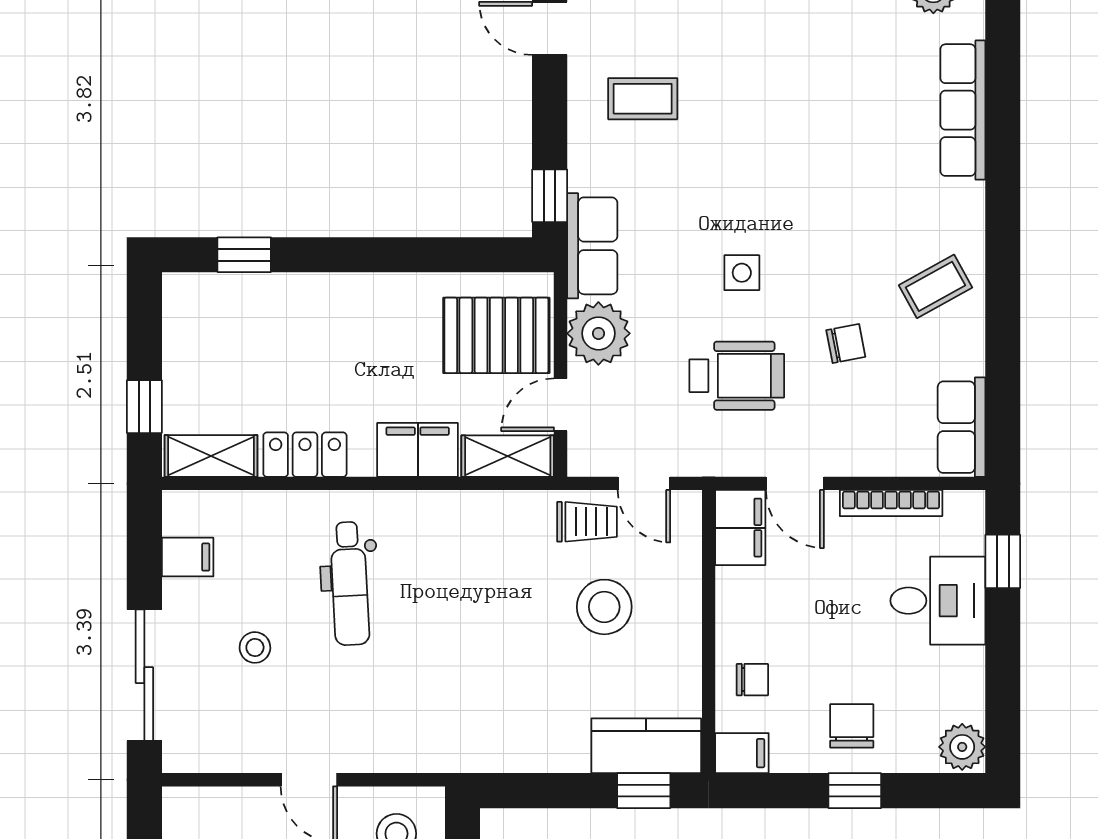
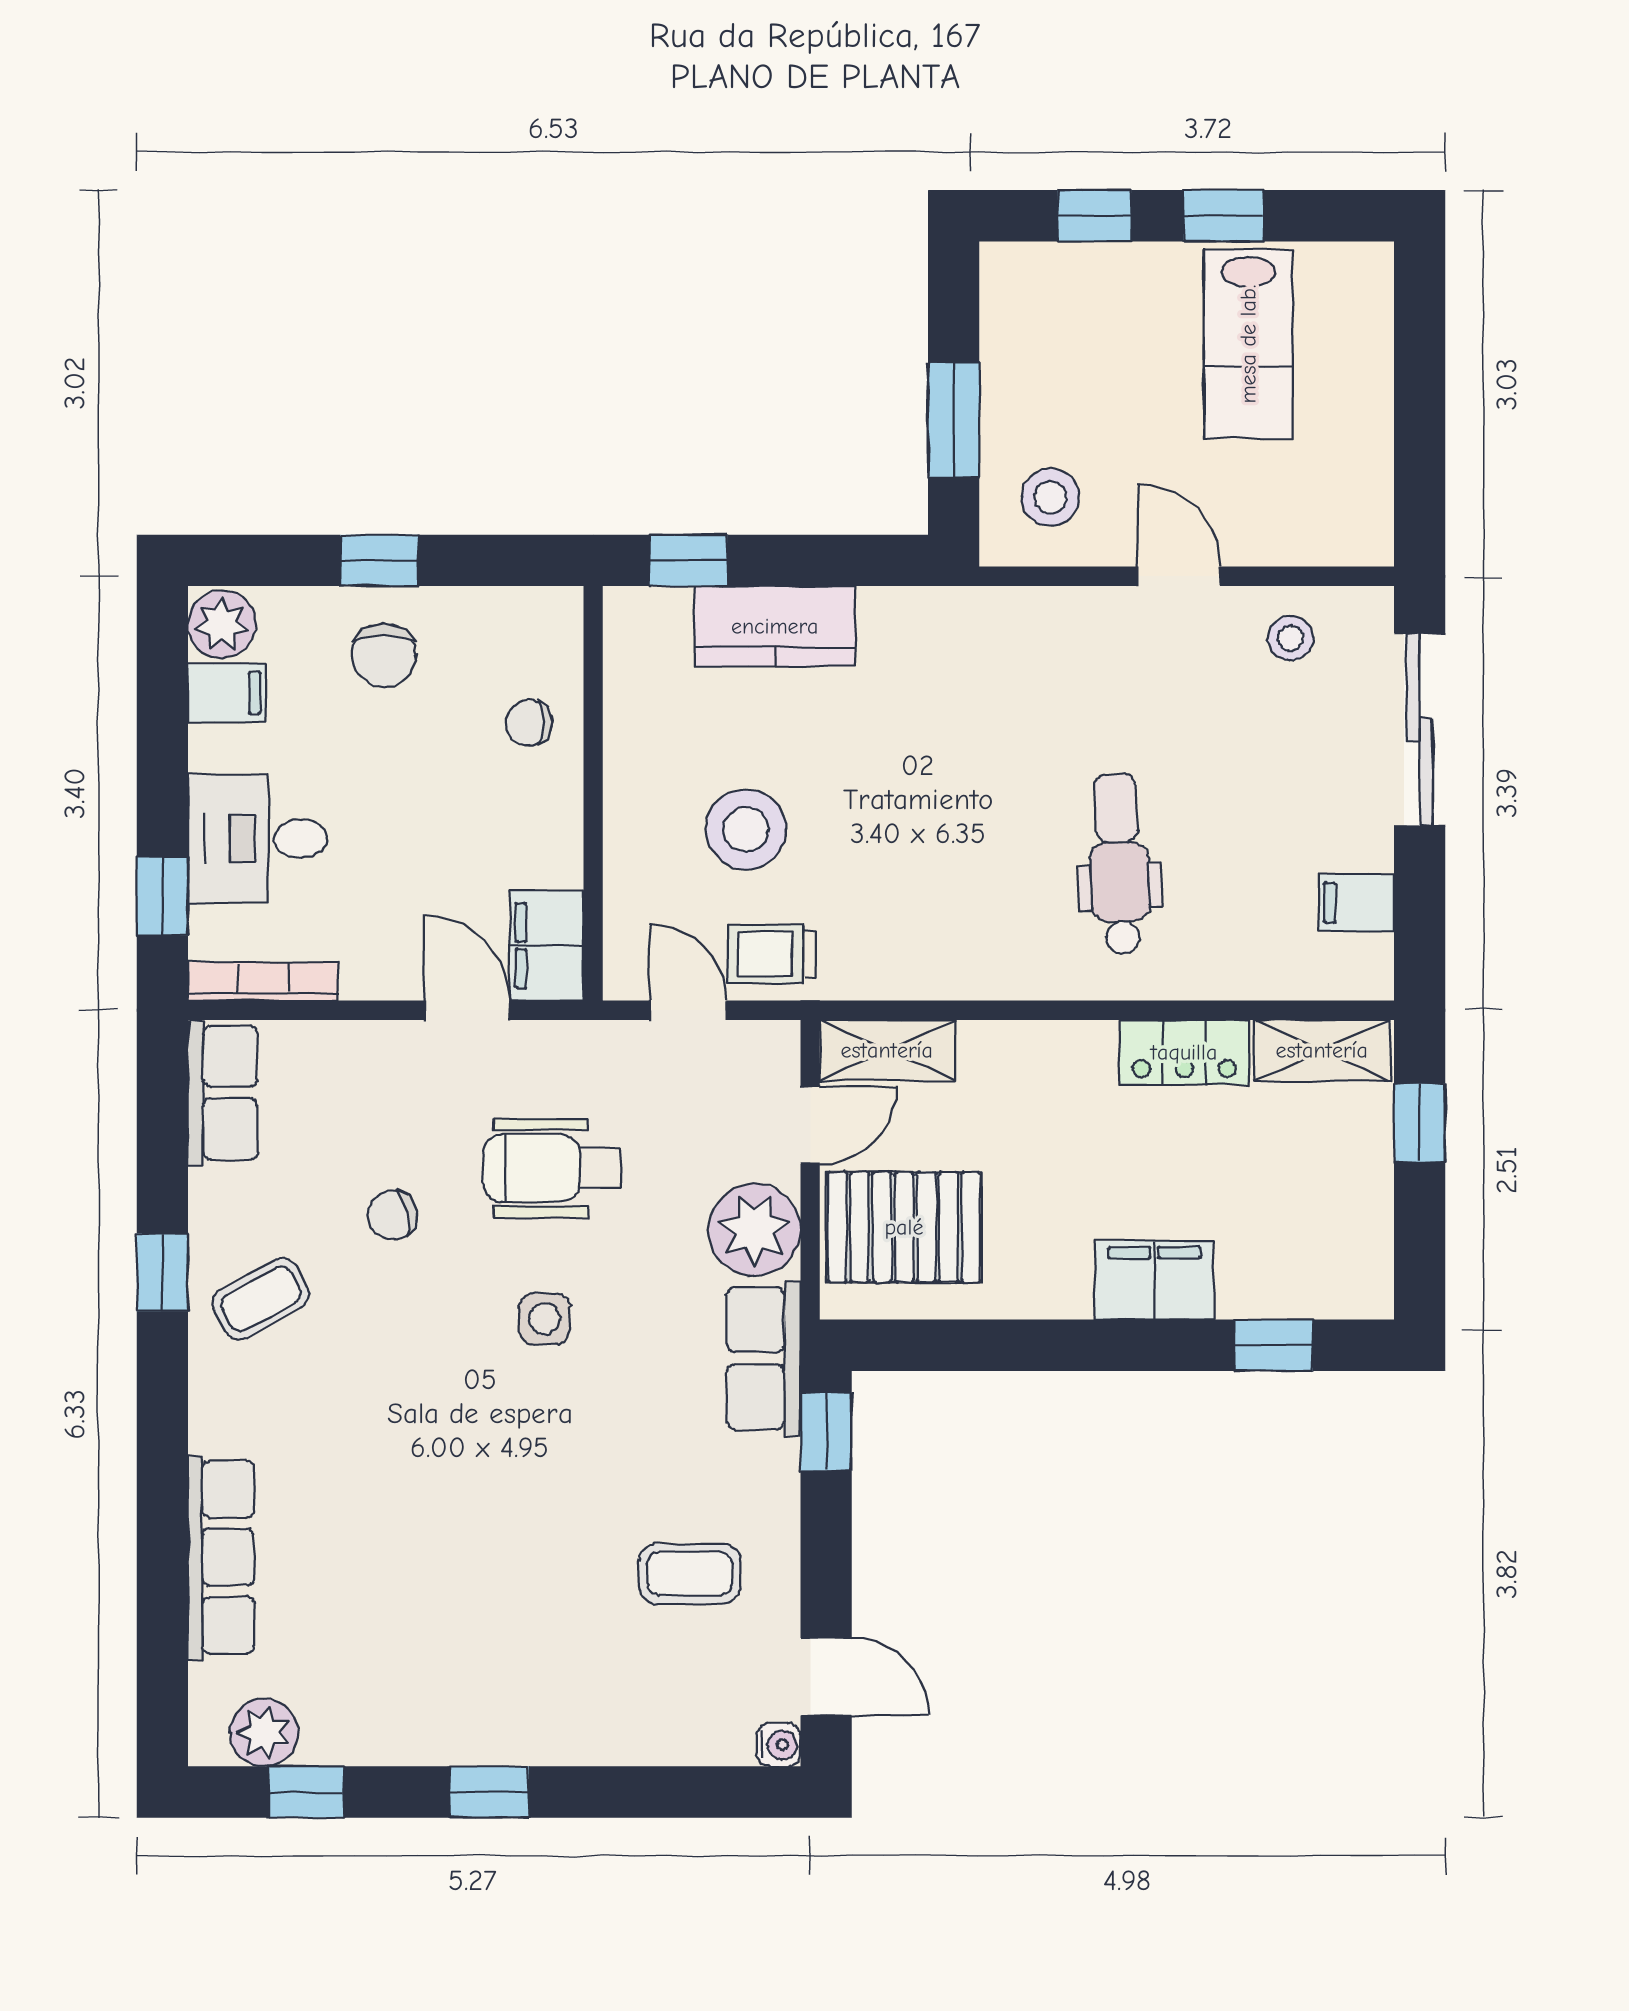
window: (1003, 305) -> (162, 1272), added
filing cabinet: (418, 450) -> (1154, 1280), moved, turned 180
bookcase: (891, 503) -> (263, 981), moved
stool: (255, 647) -> (1290, 638), moved
kitchen counter: (646, 746) -> (775, 626), moved
filing cabinet: (742, 753) -> (227, 693), moved, turned 180

